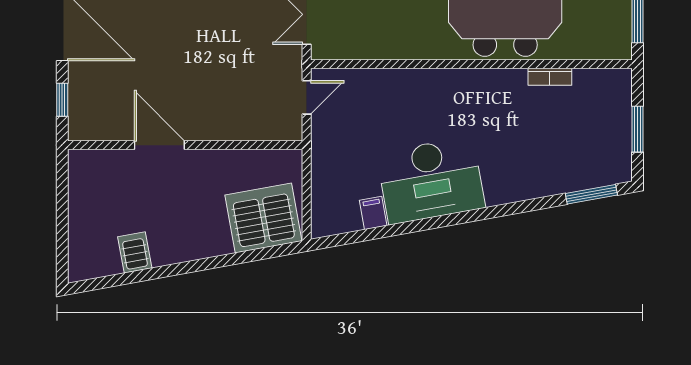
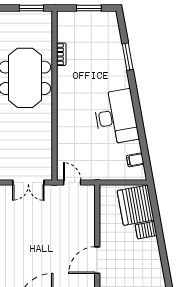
window: (591, 194) -> (128, 57), moved
filing cabinet: (373, 213) -> (135, 160), moved
server rack: (135, 252) -> (146, 230), moved

